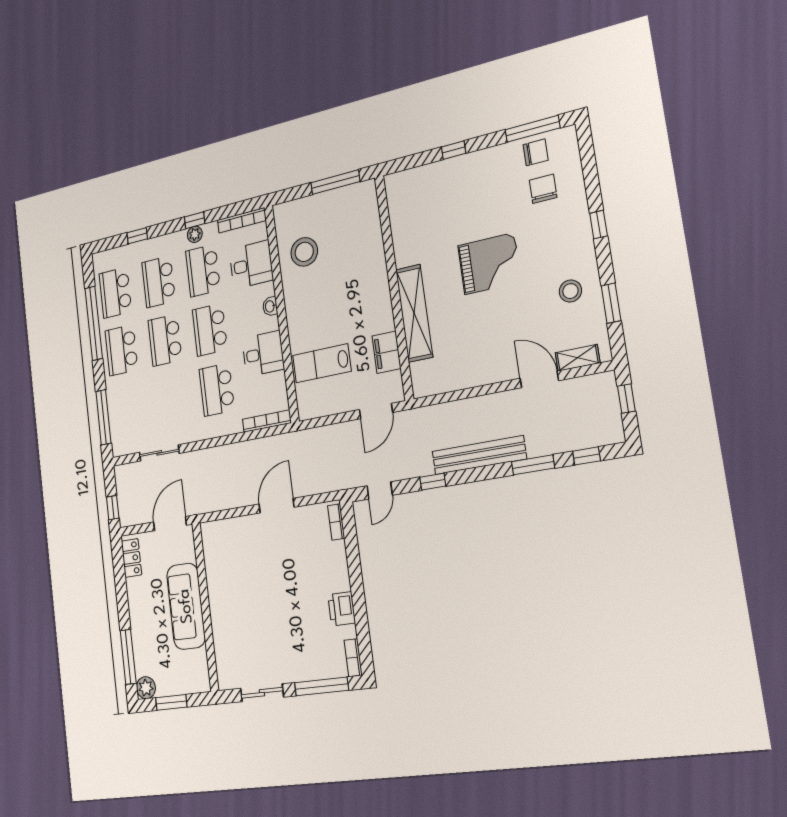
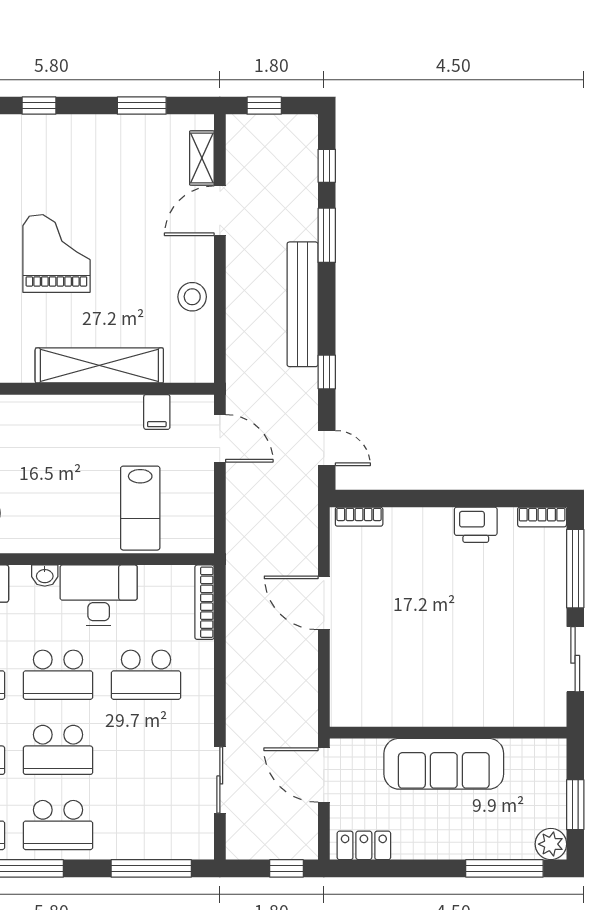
stool: (570, 291) -> (192, 297), moved
filing cabinet: (387, 352) -> (157, 412), width x0.50
desk: (263, 354) -> (99, 595), width x1.37

